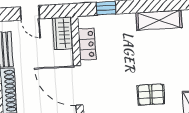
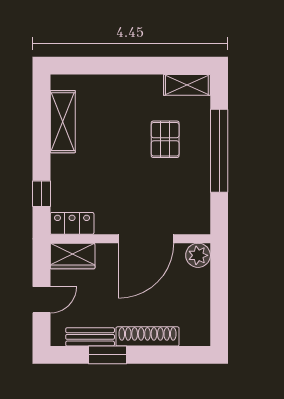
locker: (87, 44) -> (72, 223), moved

